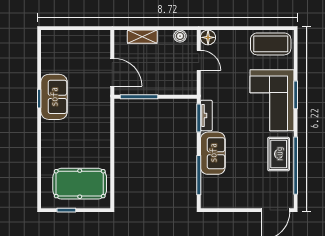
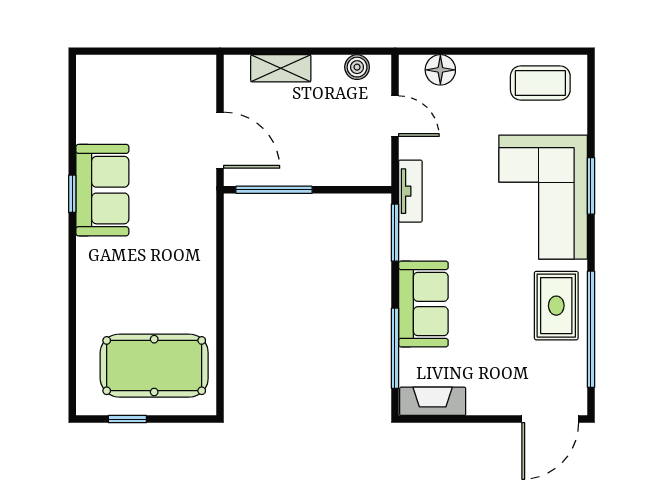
floor lamp: (208, 37) -> (440, 70), moved
coffee table: (271, 44) -> (540, 83), width x0.73, depth x0.76
tv unit: (206, 115) -> (410, 191), moved
fireplace: (217, 201) -> (433, 401), added

